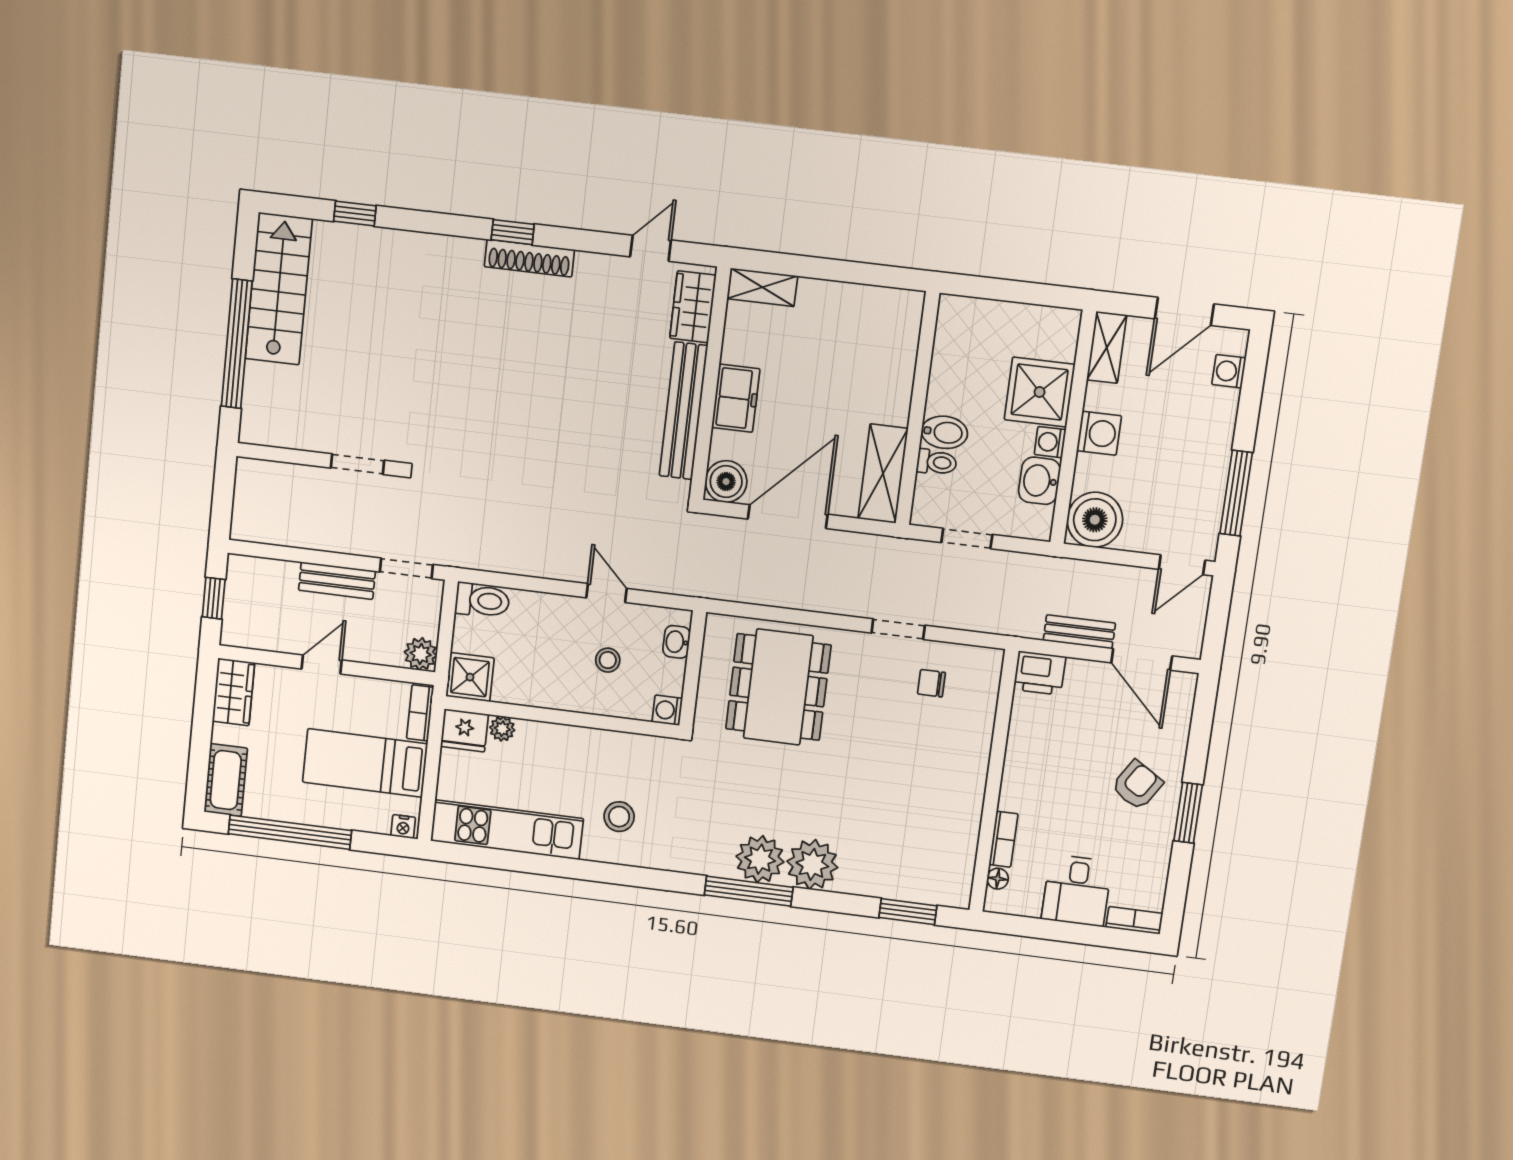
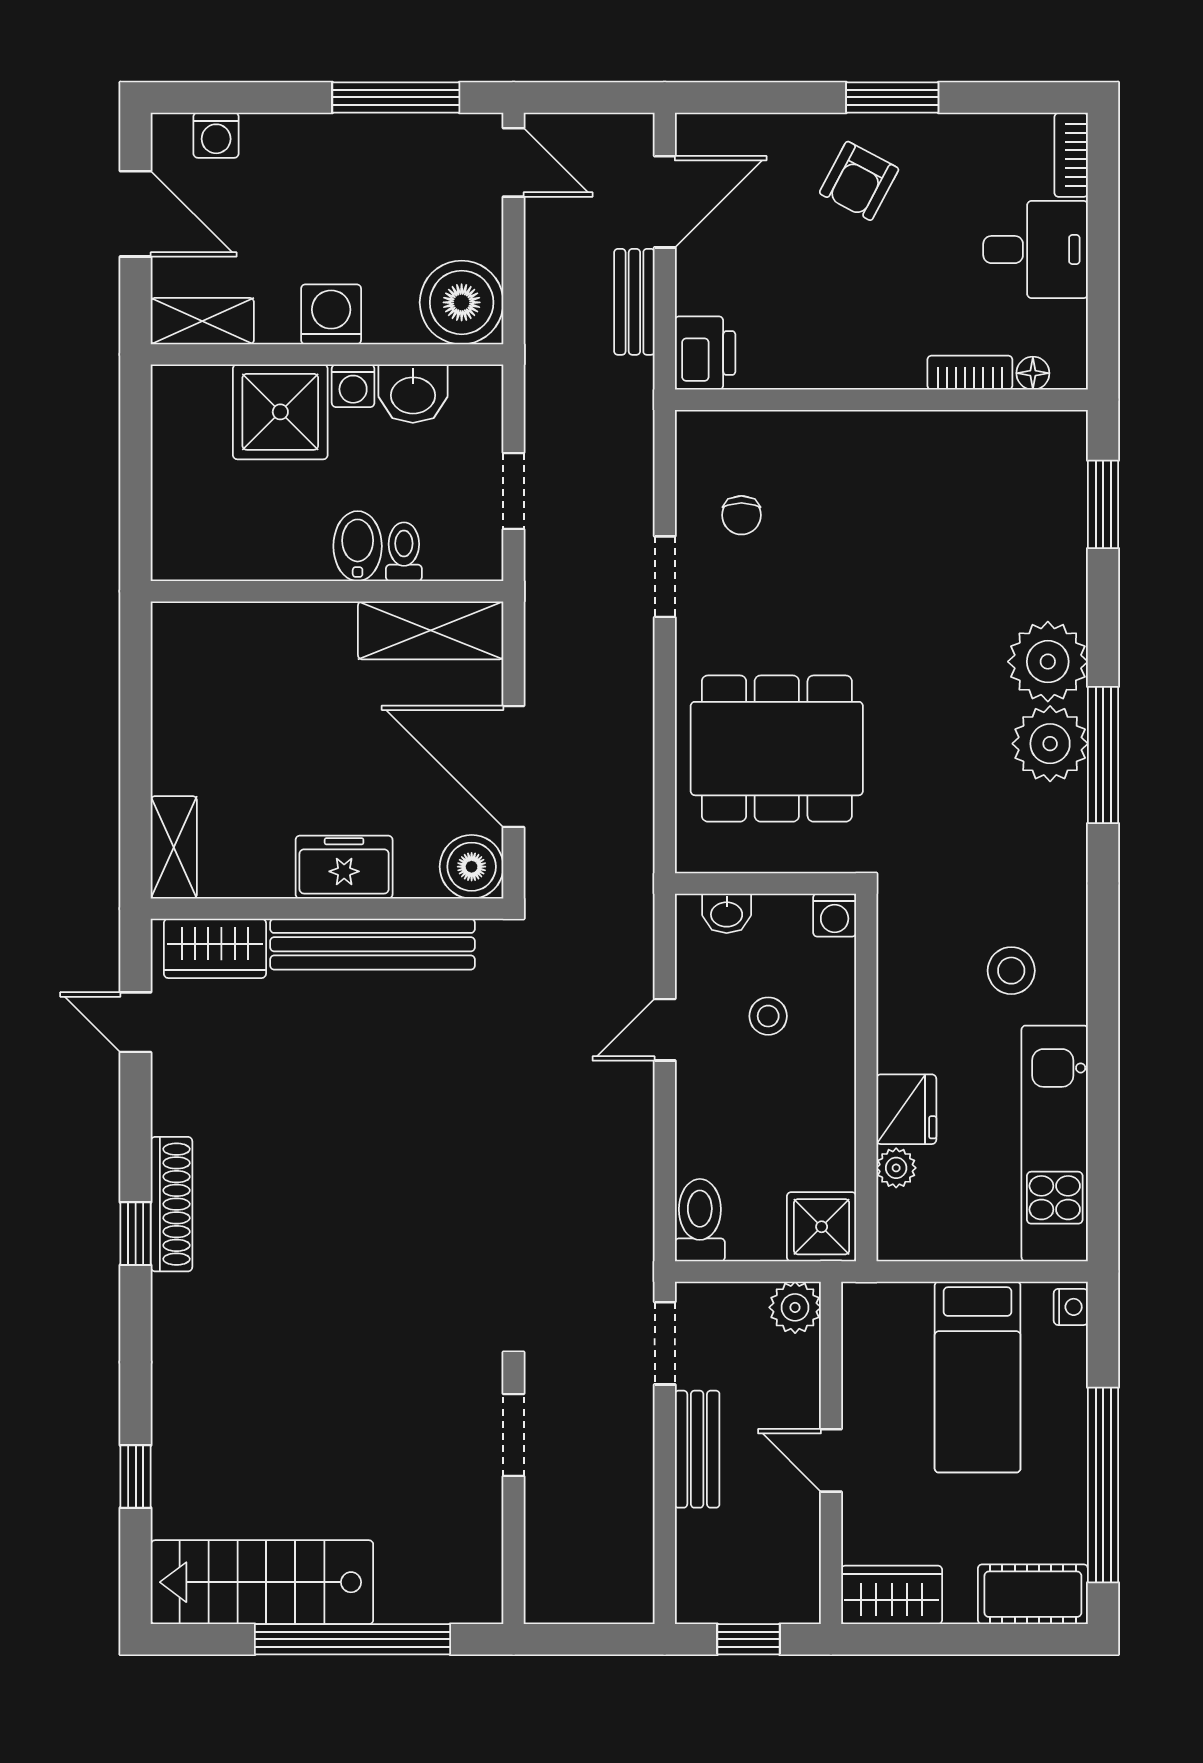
bookcase: (420, 713) -> (888, 1299), removed
fridge: (464, 730) -> (906, 1109), moved
armchair: (1137, 785) -> (859, 181), turned -94

